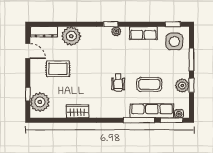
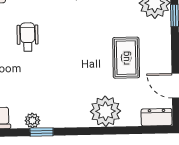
dresser: (44, 32) -> (157, 117), width x0.70
rug: (58, 69) -> (126, 58), turned 90

